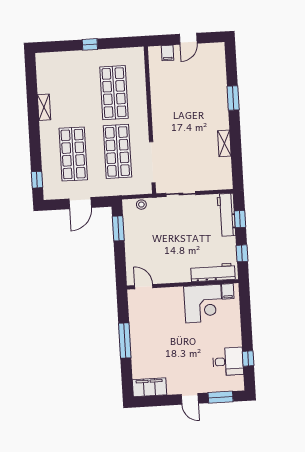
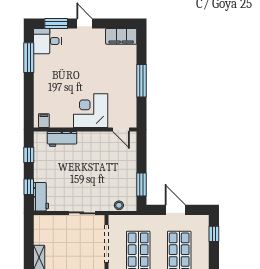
door: (80, 203) -> (175, 210), hinge flipped
workbench: (226, 215) -> (41, 197), width x0.73
workbench: (213, 272) -> (62, 139), width x0.73
corner desk: (203, 304) -> (91, 111), moved
window: (248, 359) -> (29, 58), width x2.17
desk: (228, 362) -> (47, 41), moved

